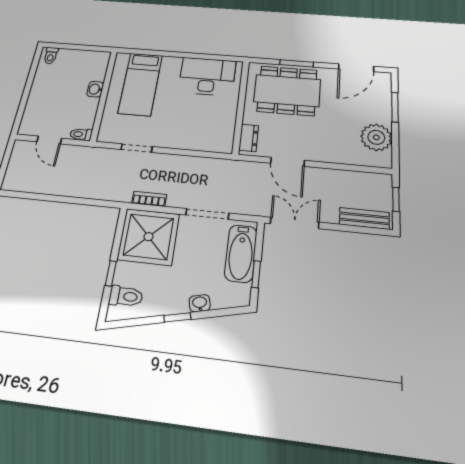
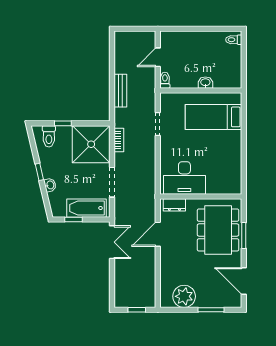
desk: (207, 76) -> (184, 178), moved, turned 90
bench: (364, 218) -> (120, 91), moved

